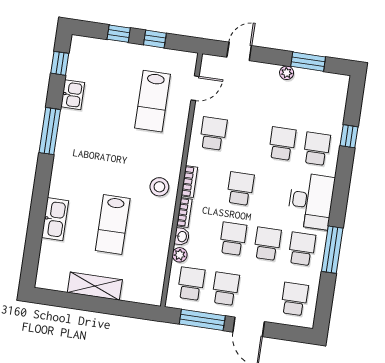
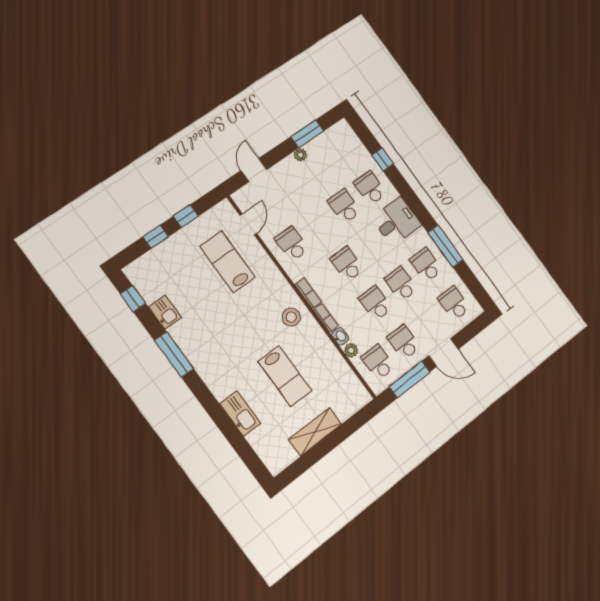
lab bench: (153, 101) -> (227, 262), turned 180
desk: (311, 201) -> (396, 221), width x0.73

